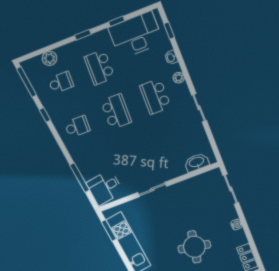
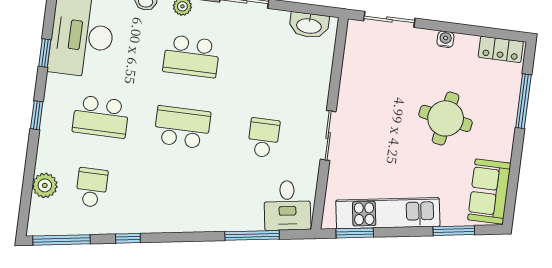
school desk: (77, 127) -> (264, 138), moved
washbasin: (197, 162) -> (309, 25), moved, turned -90

